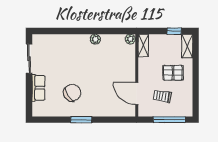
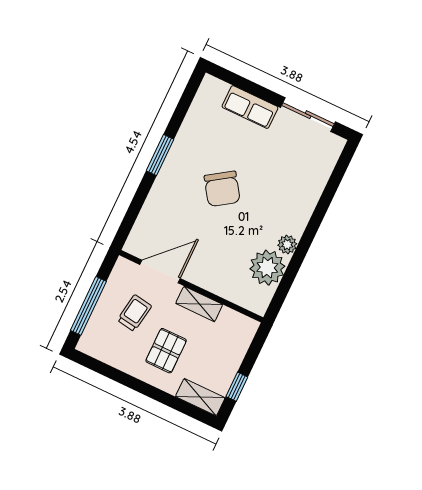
plant: (130, 39) -> (267, 268), moved, width x1.88, depth x1.88
shelving: (143, 45) -> (199, 304), moved
chair: (72, 93) -> (222, 189), moved

